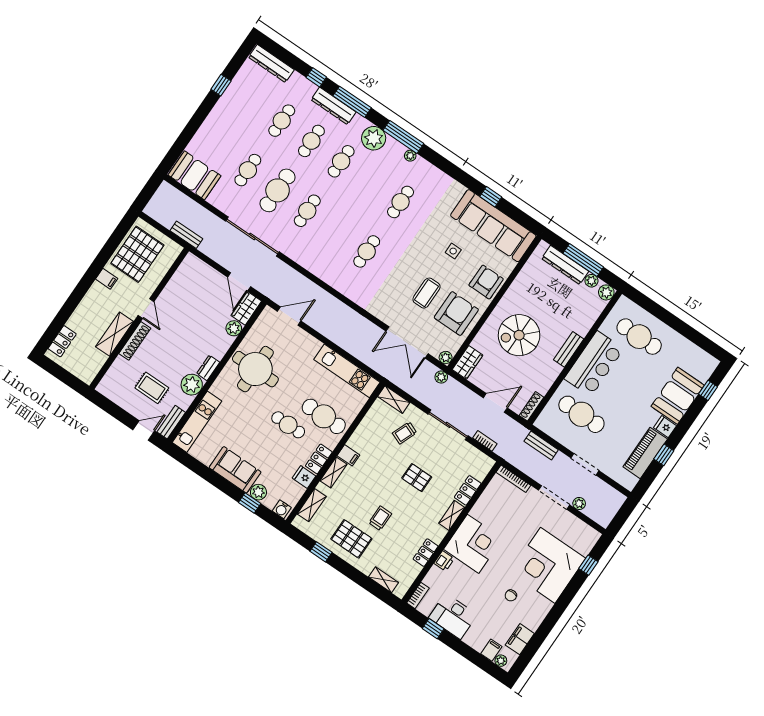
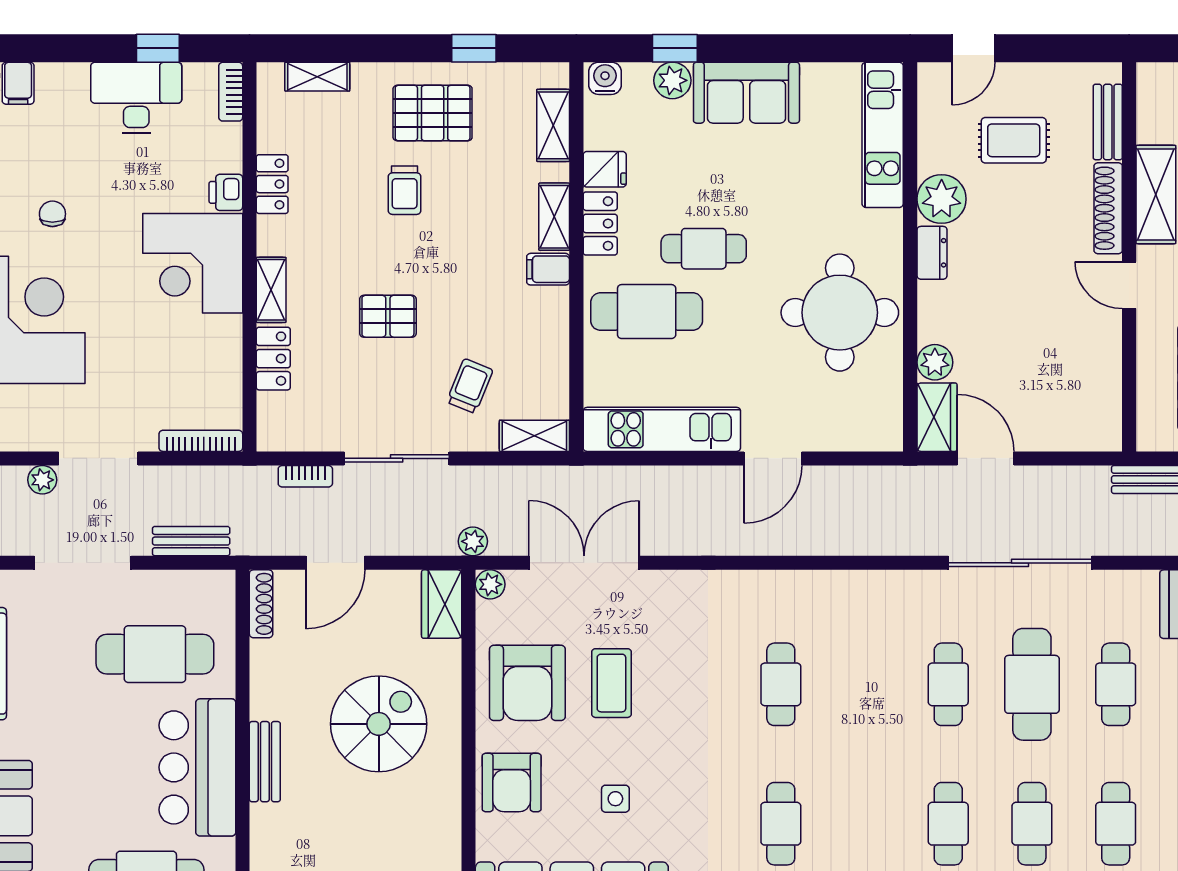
door: (289, 316) -> (773, 458), moved
bench: (171, 422) -> (1108, 122), moved
doorway: (585, 464) -> (83, 563), width x1.36

